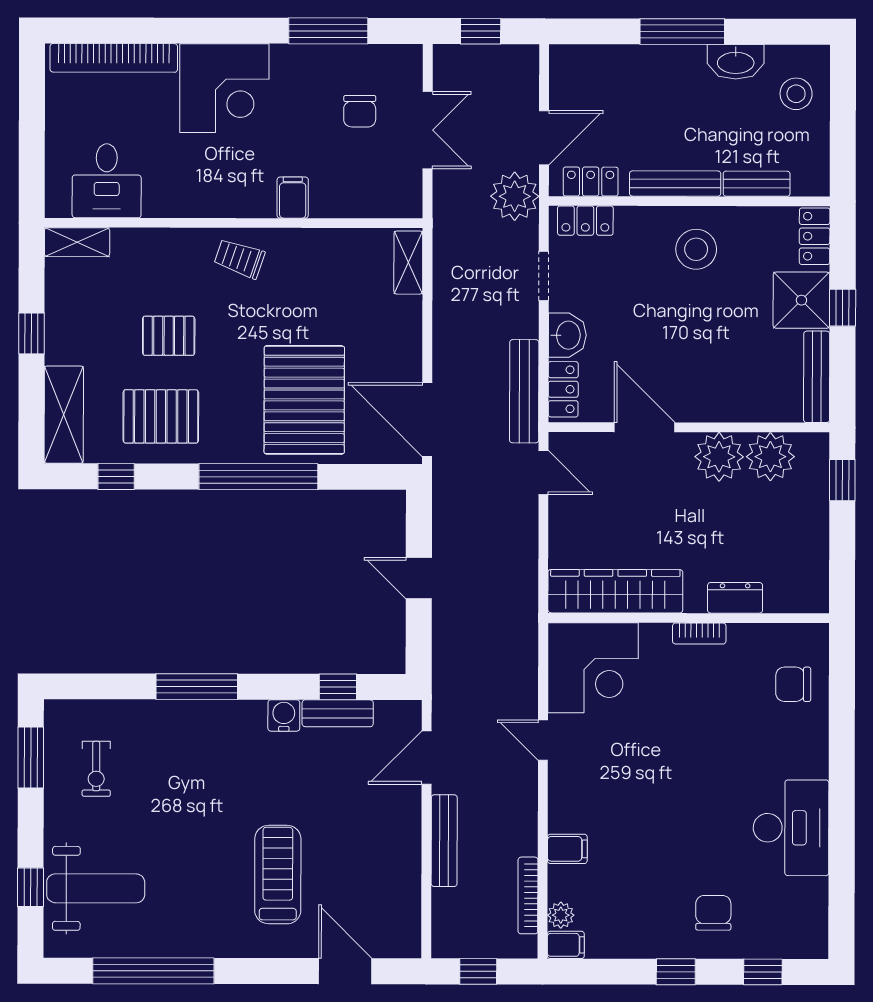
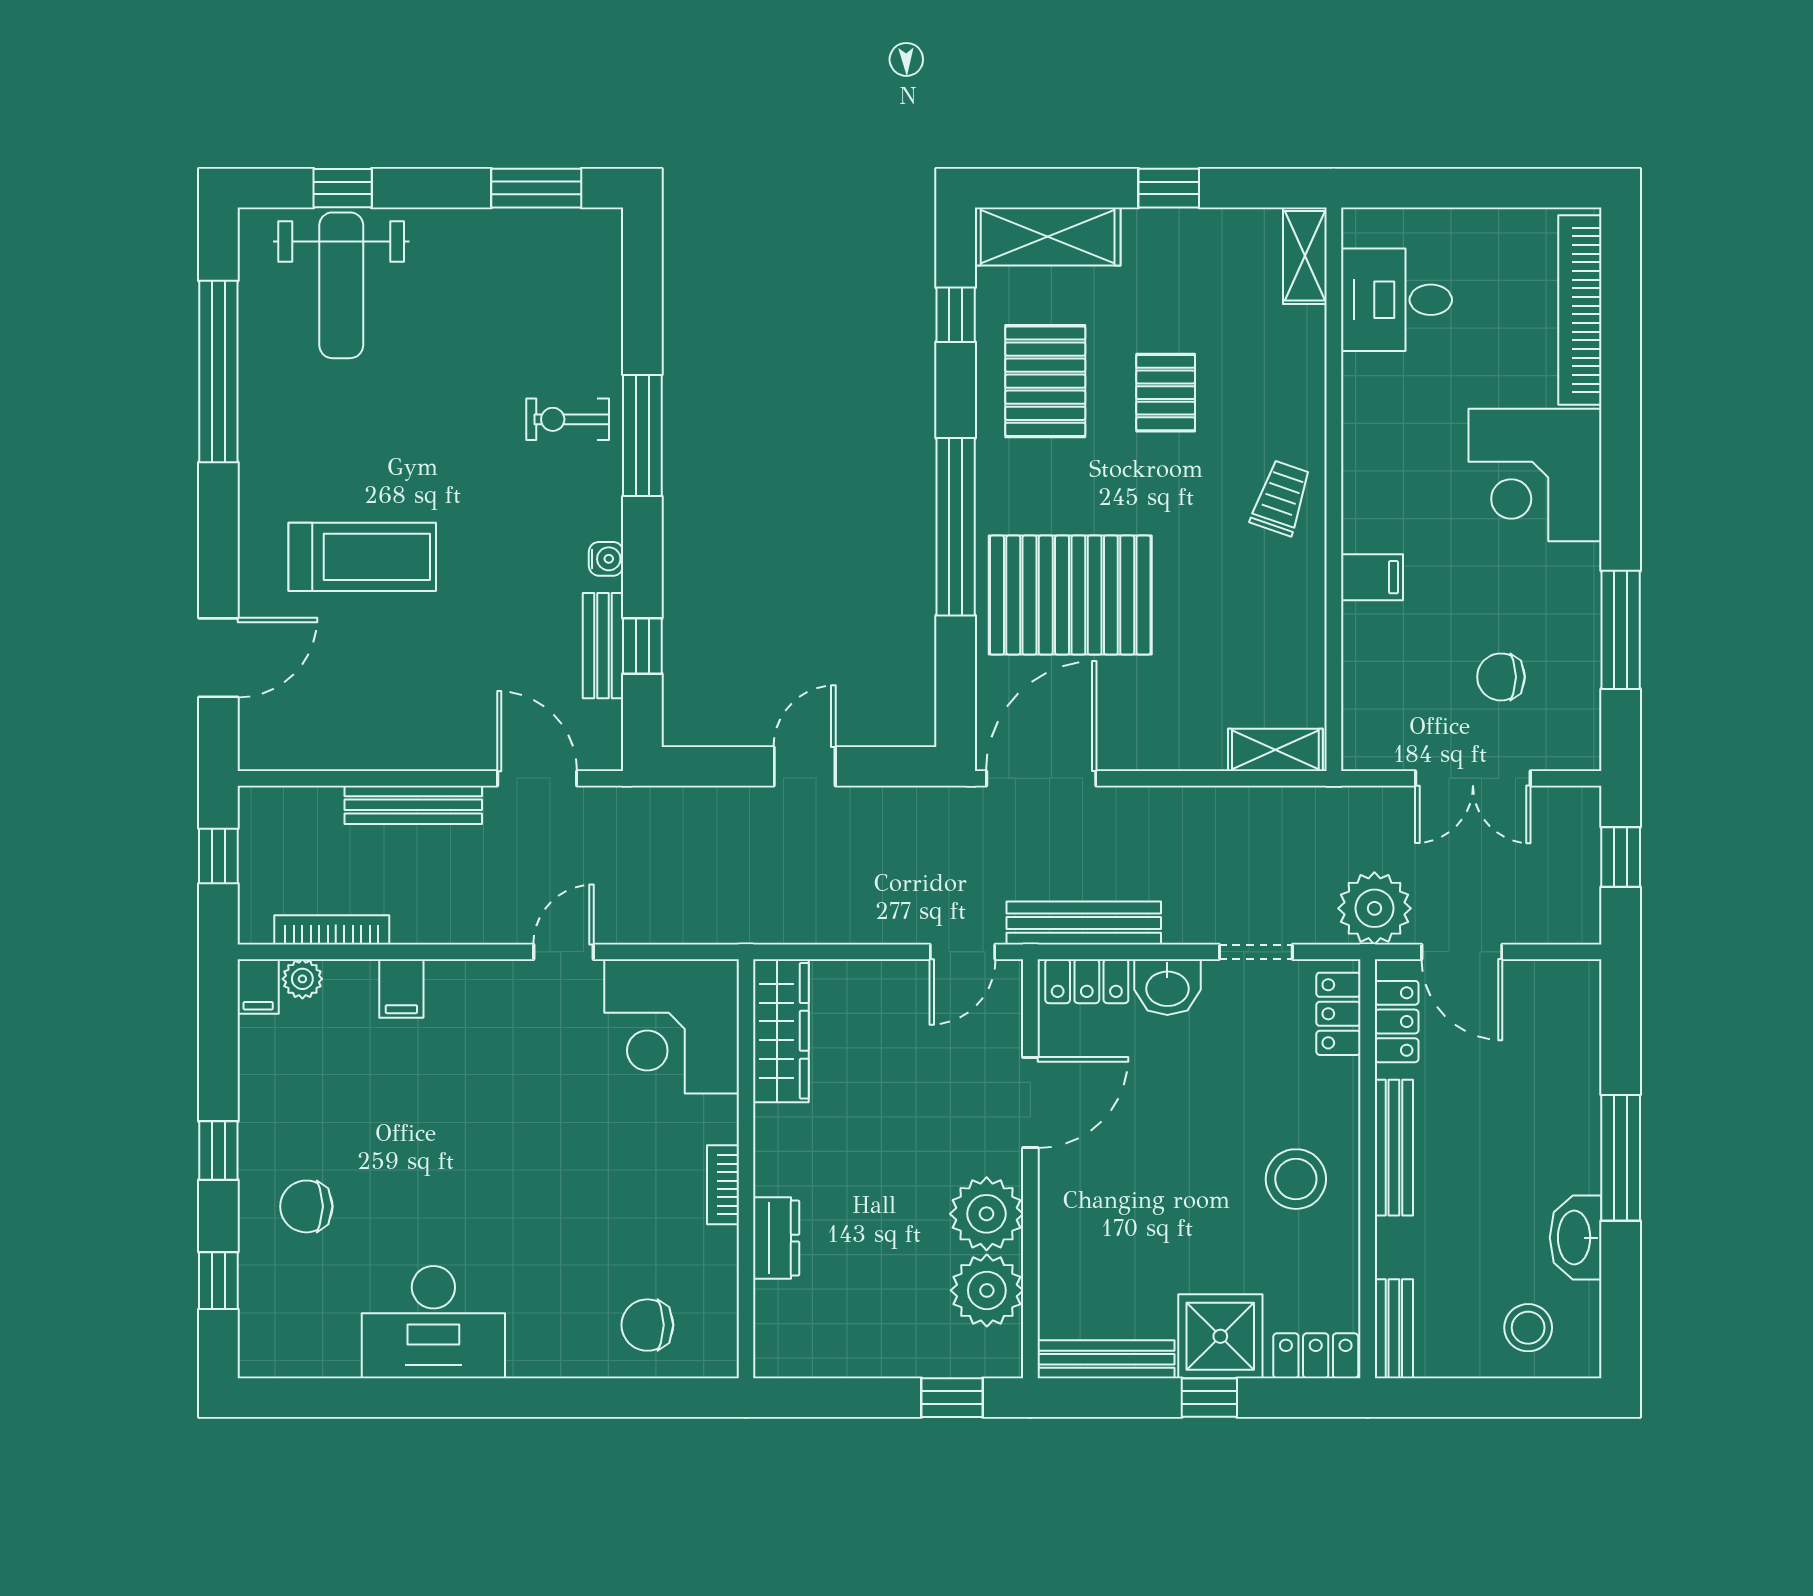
bench: (757, 184) -> (1394, 1329), moved
wardrobe: (615, 591) -> (781, 1031), width x0.71, depth x0.85
chair: (793, 684) -> (647, 1325), turned -90
water cooler: (284, 715) -> (606, 559), width x0.72, depth x0.72
exercise bike: (96, 769) -> (568, 419), moved
chair: (713, 913) -> (306, 1206), turned 180

